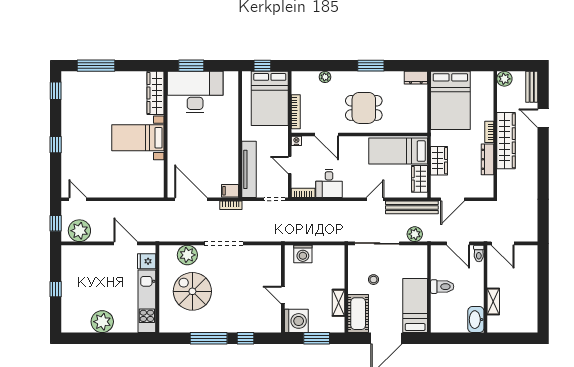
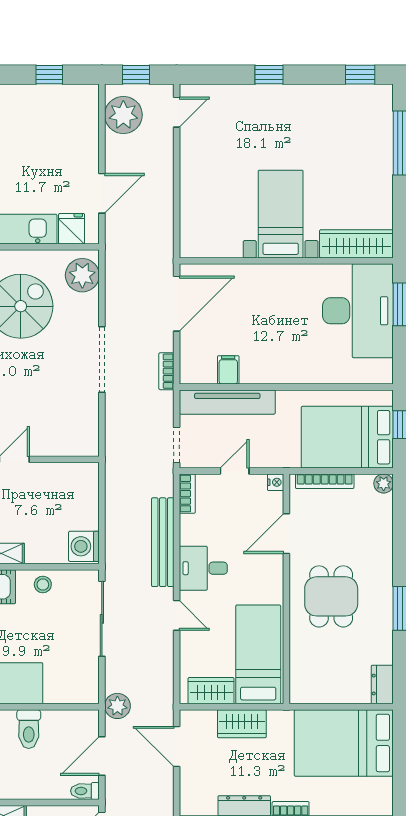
plant: (325, 77) -> (384, 483), moved
desk: (329, 183) -> (203, 568), moved
filing cabinet: (230, 191) -> (228, 370), moved
bench: (412, 207) -> (163, 542), moved
plant: (415, 234) -> (117, 706), moved
washing machine: (303, 254) -> (84, 546), moved
plant: (187, 255) -> (82, 275), moved
stool: (374, 280) -> (43, 585), moved
window: (56, 289) -> (49, 75), moved

